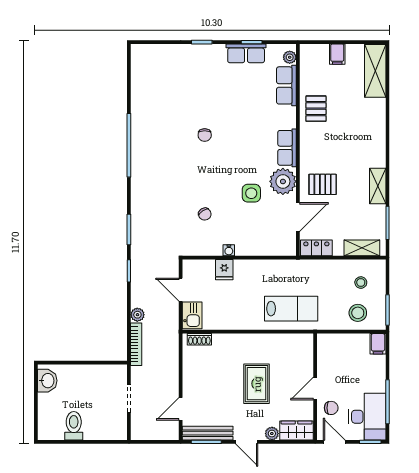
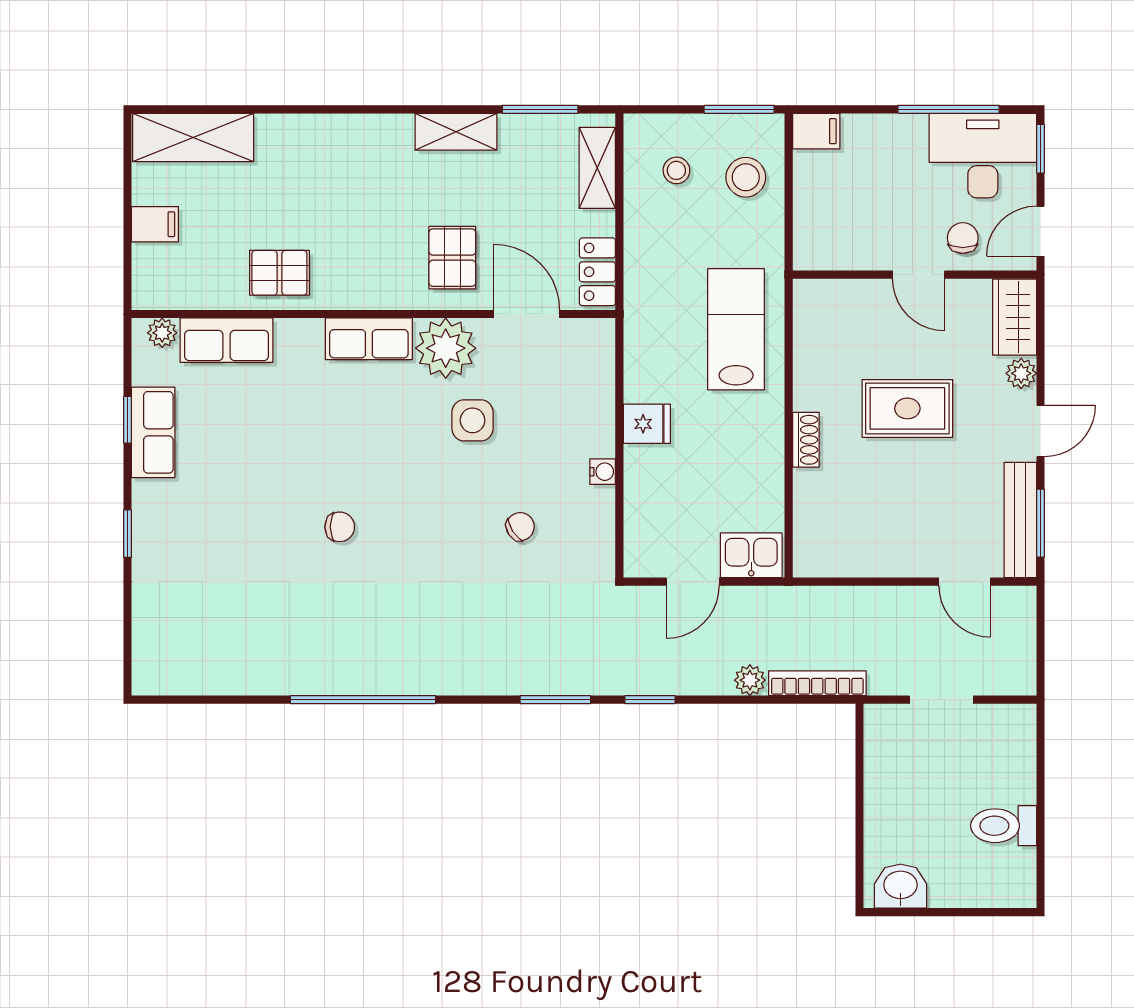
fridge: (224, 270) -> (647, 424), moved
shoe rack: (199, 339) -> (806, 440), moved

